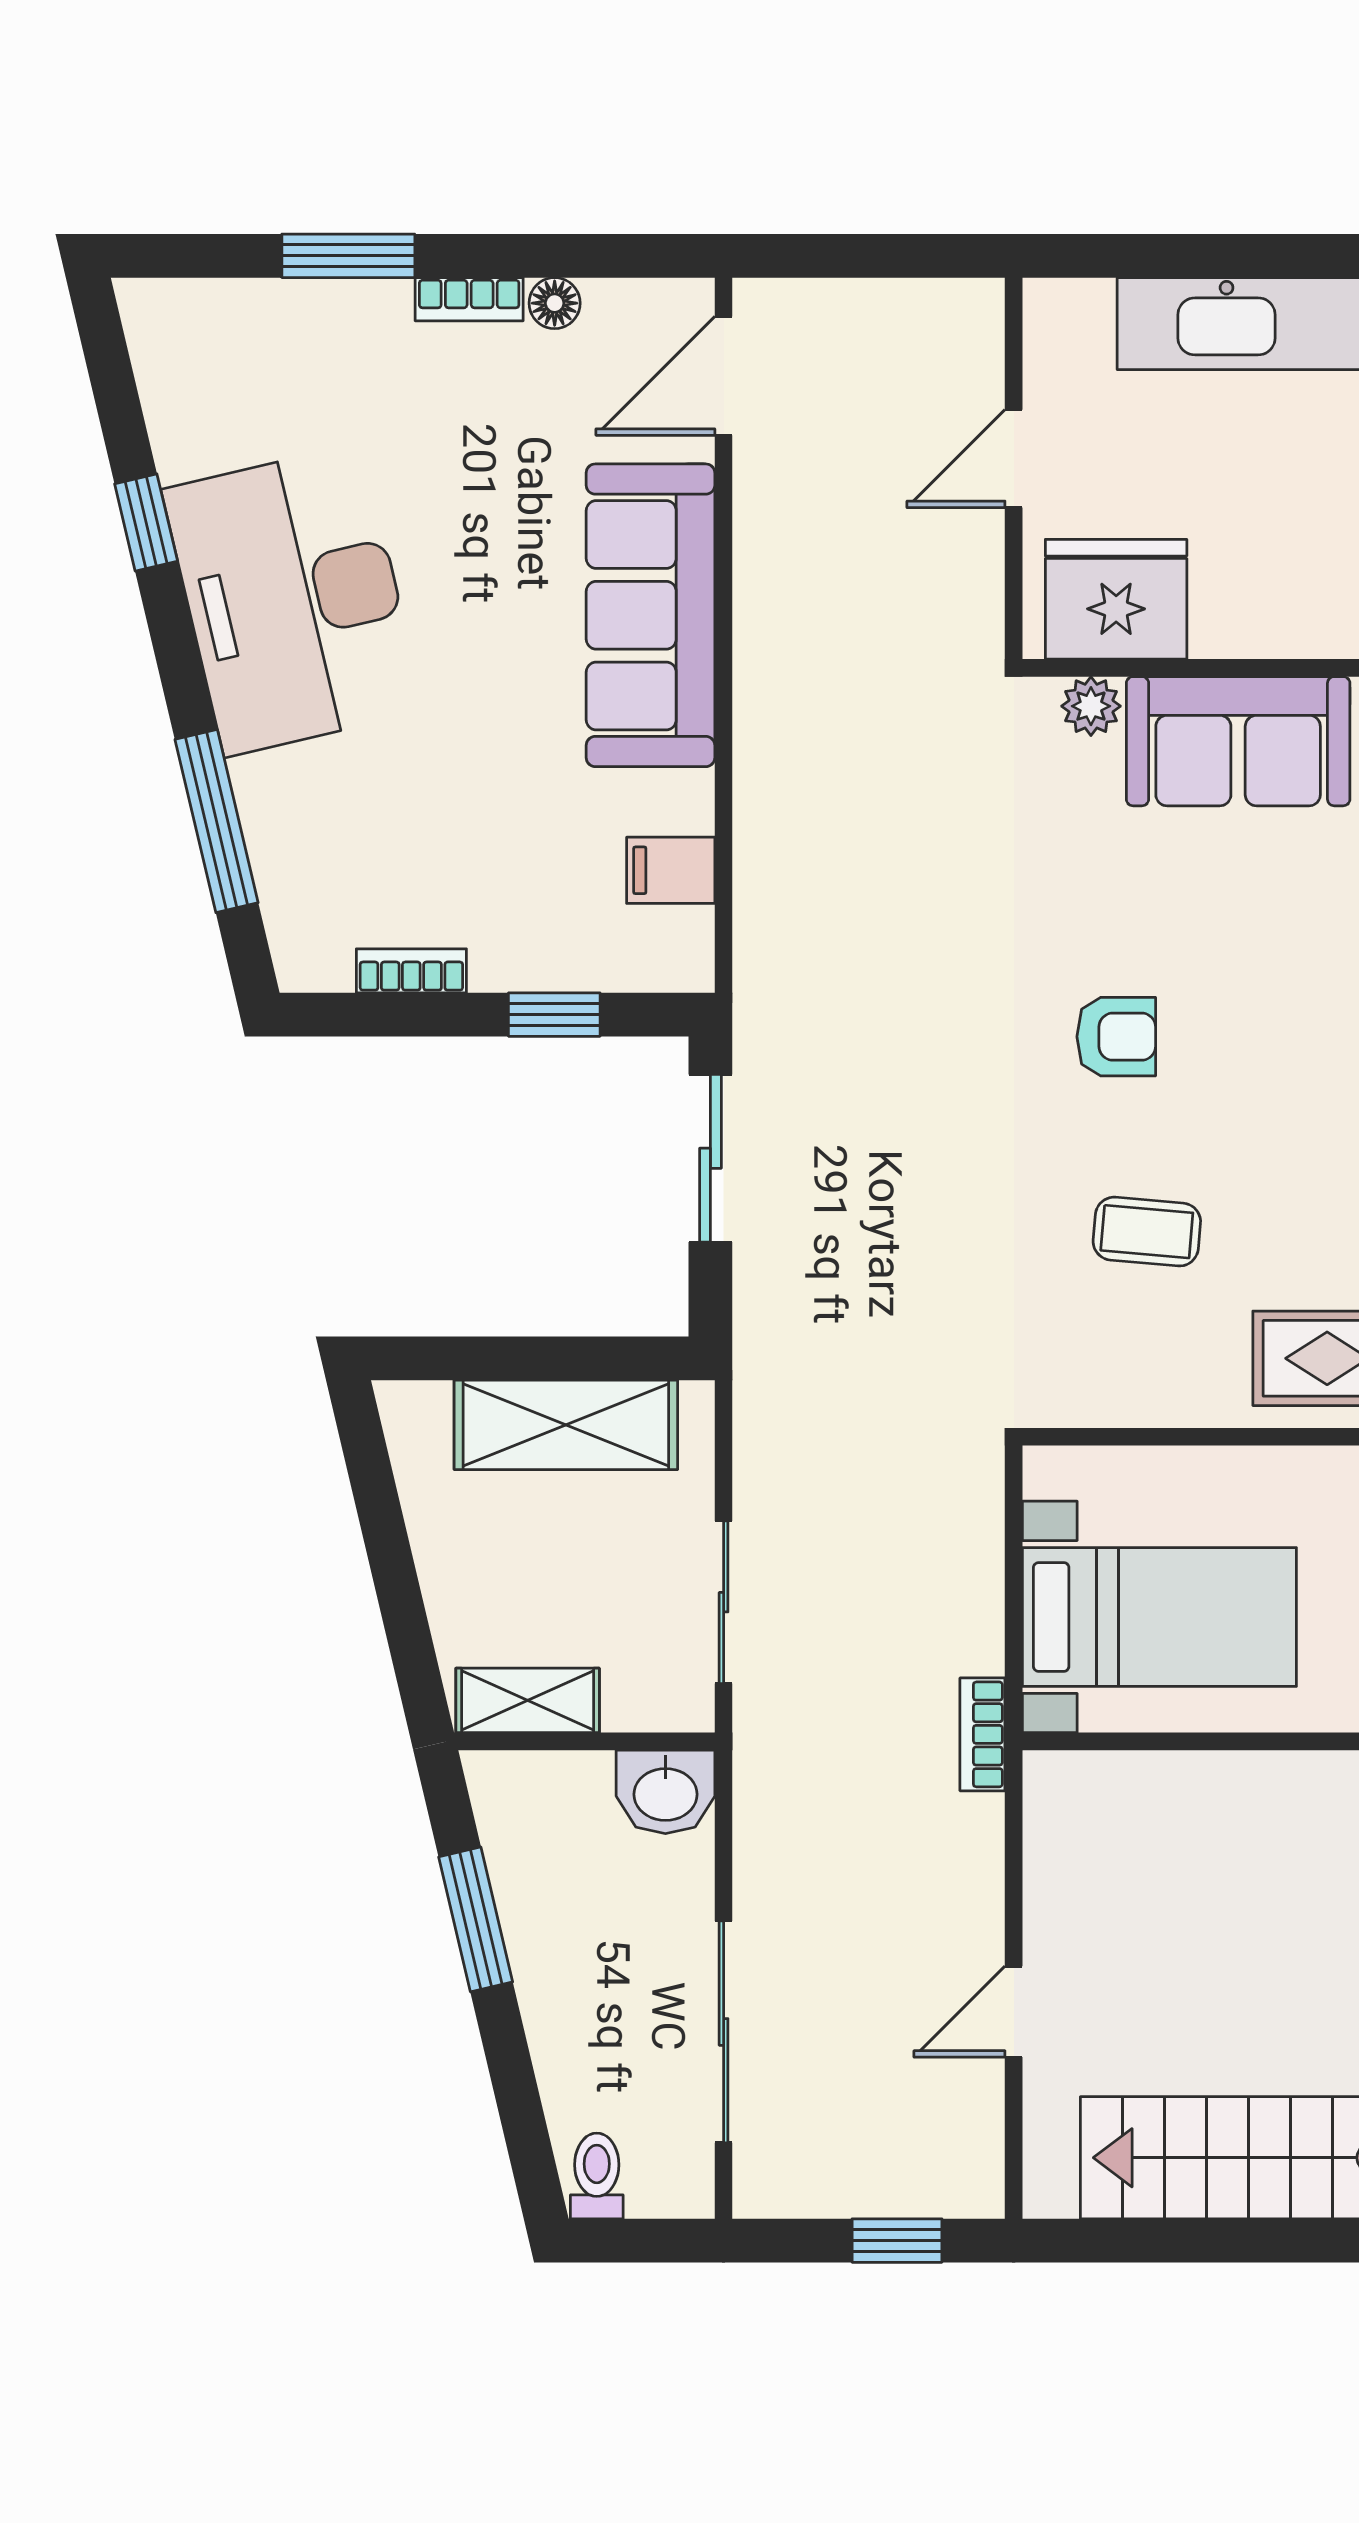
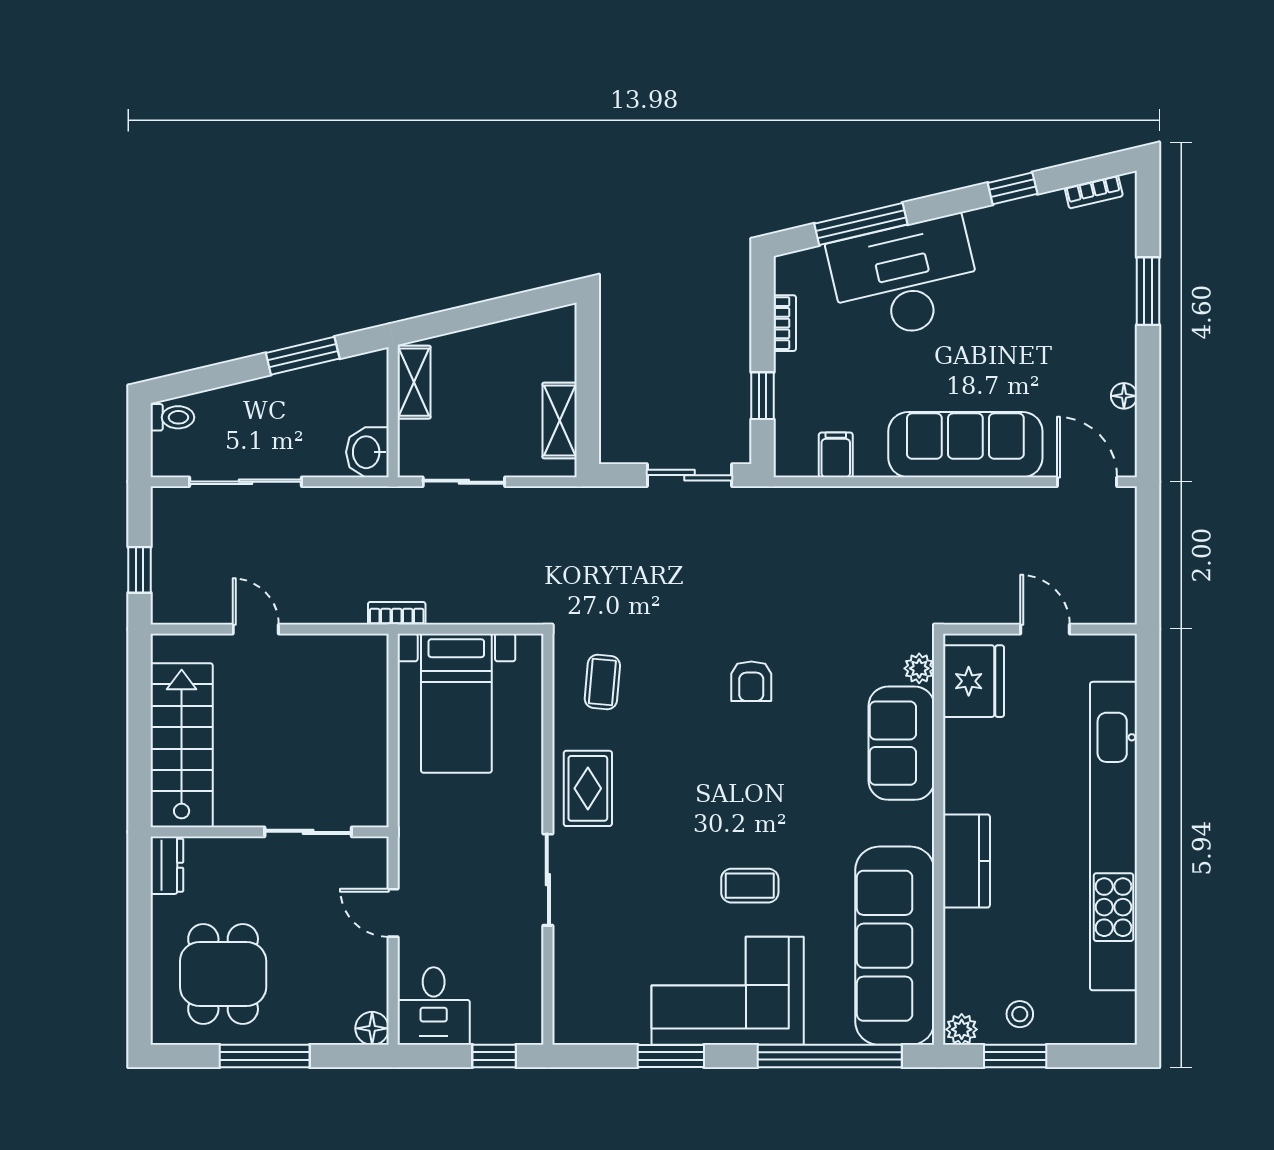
bookcase: (469, 299) -> (1094, 192), moved, turned -103
desk: (293, 600) -> (905, 279), moved
coffee table: (1147, 1232) -> (602, 682), moved
shelving: (566, 1425) -> (560, 421), width x0.67, depth x0.75

